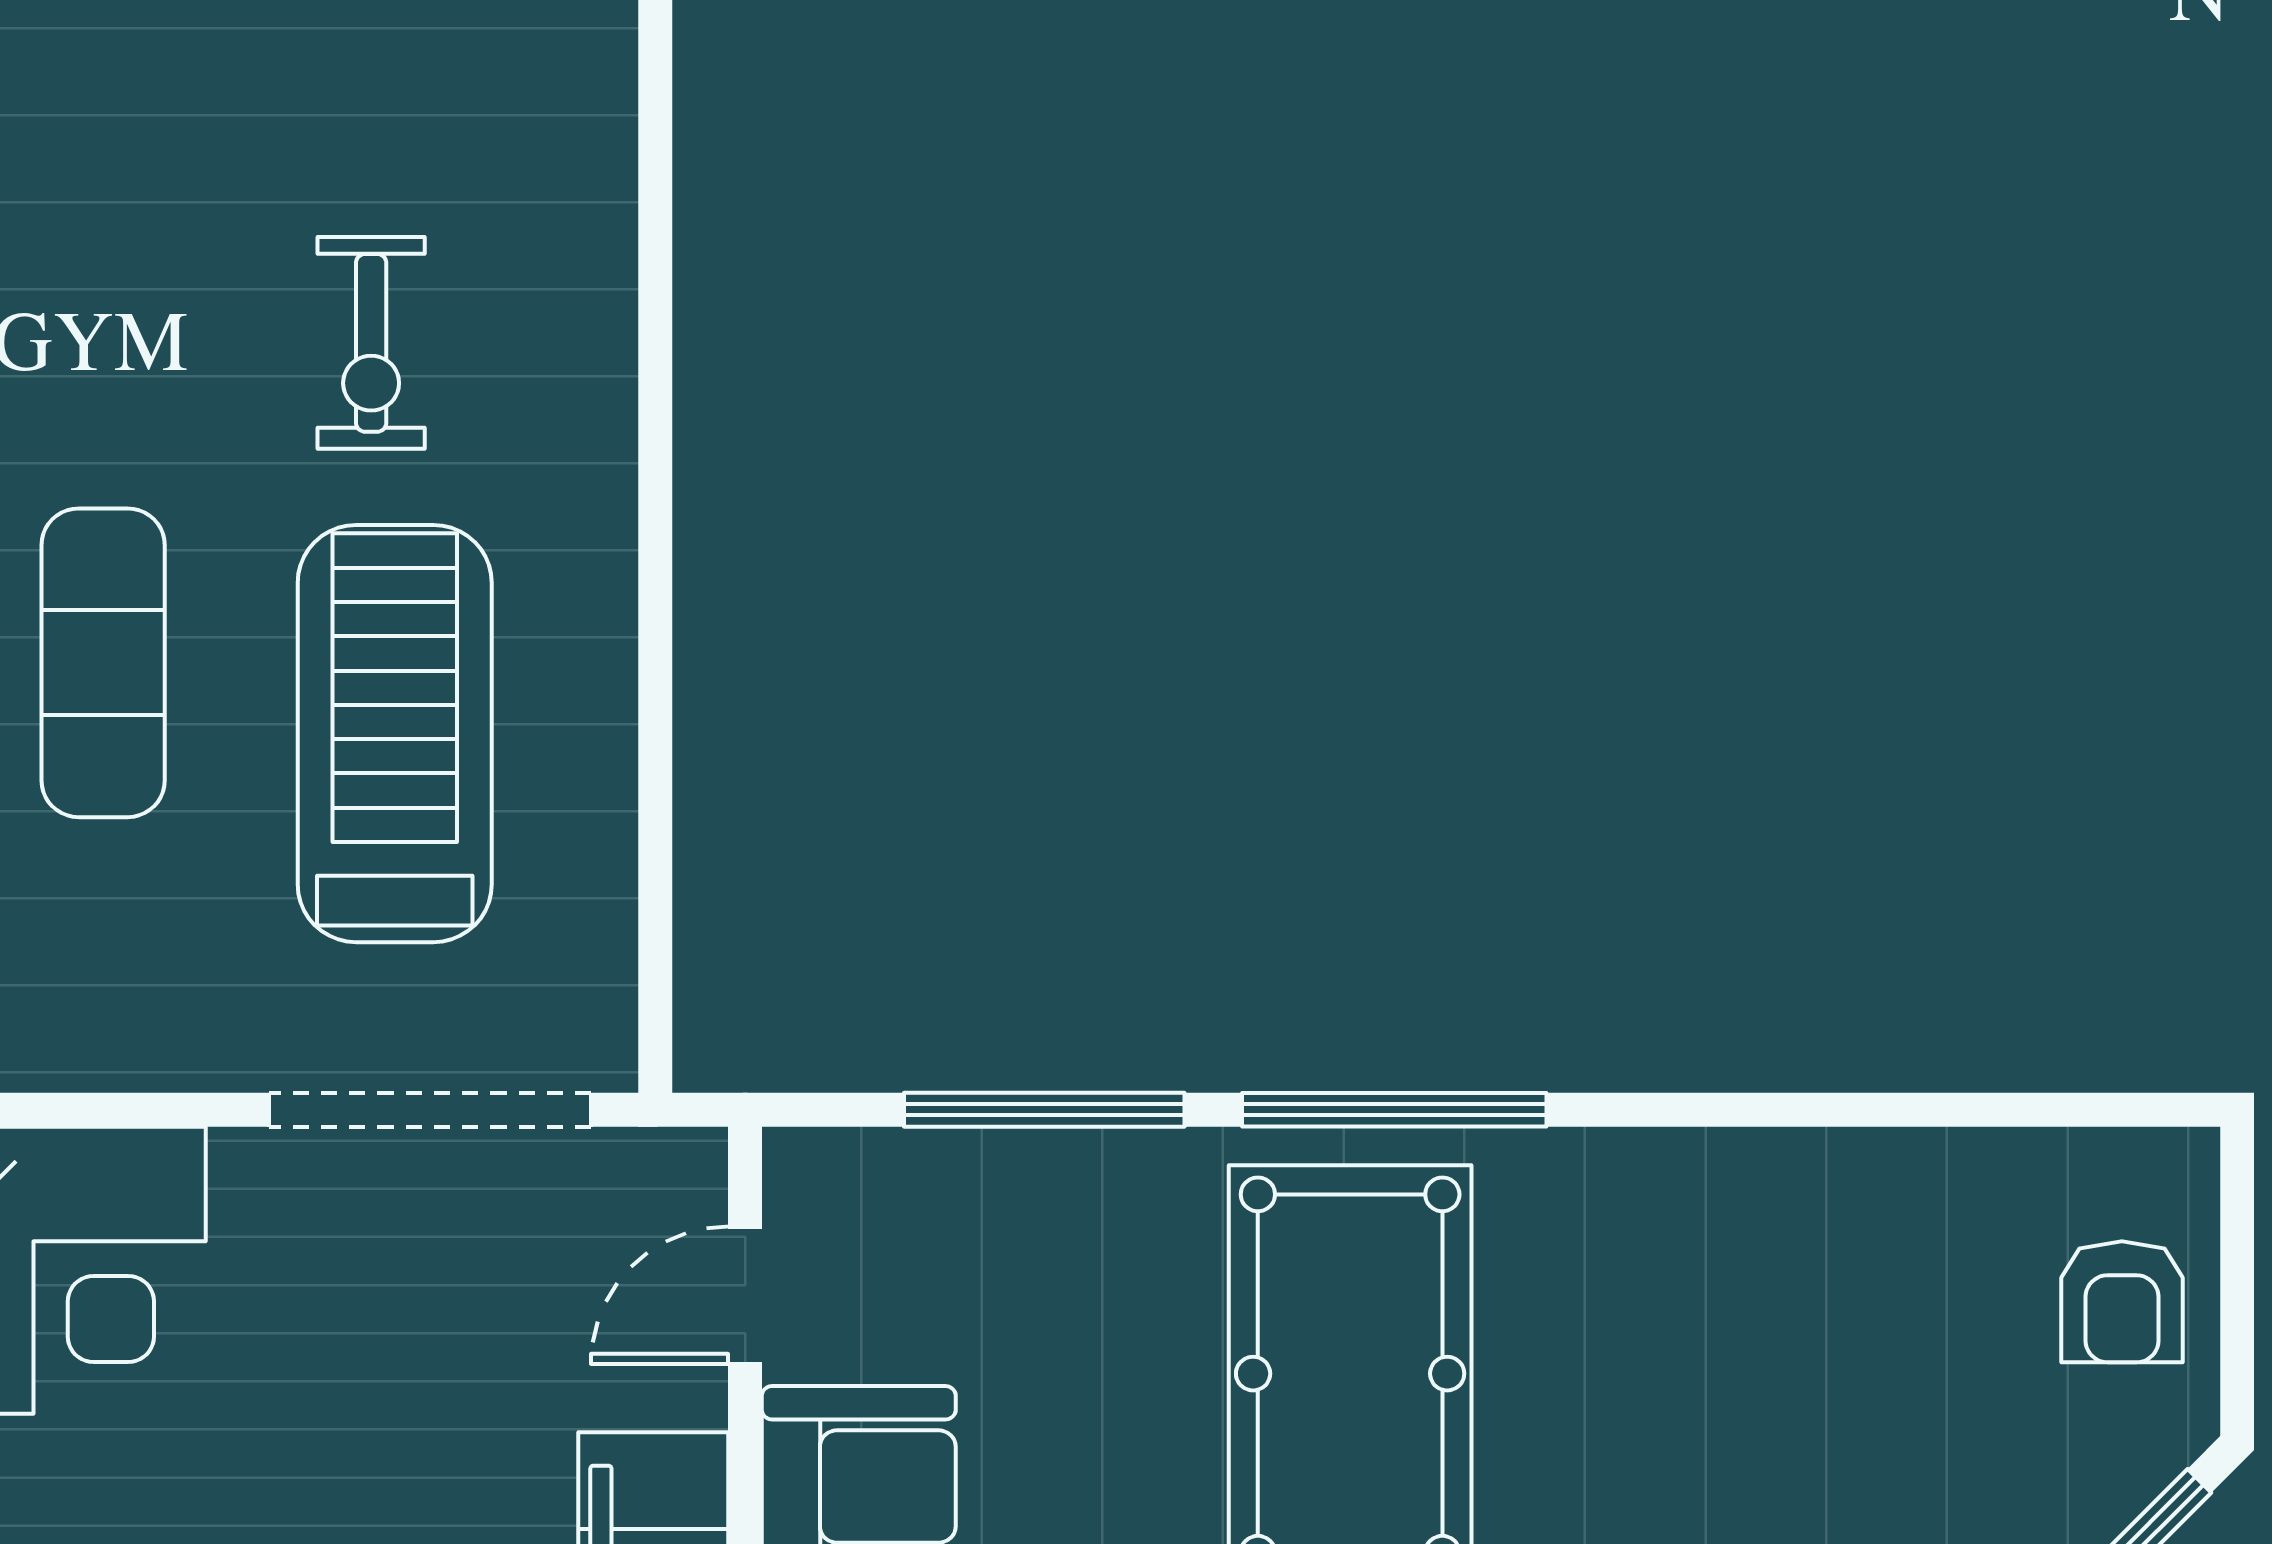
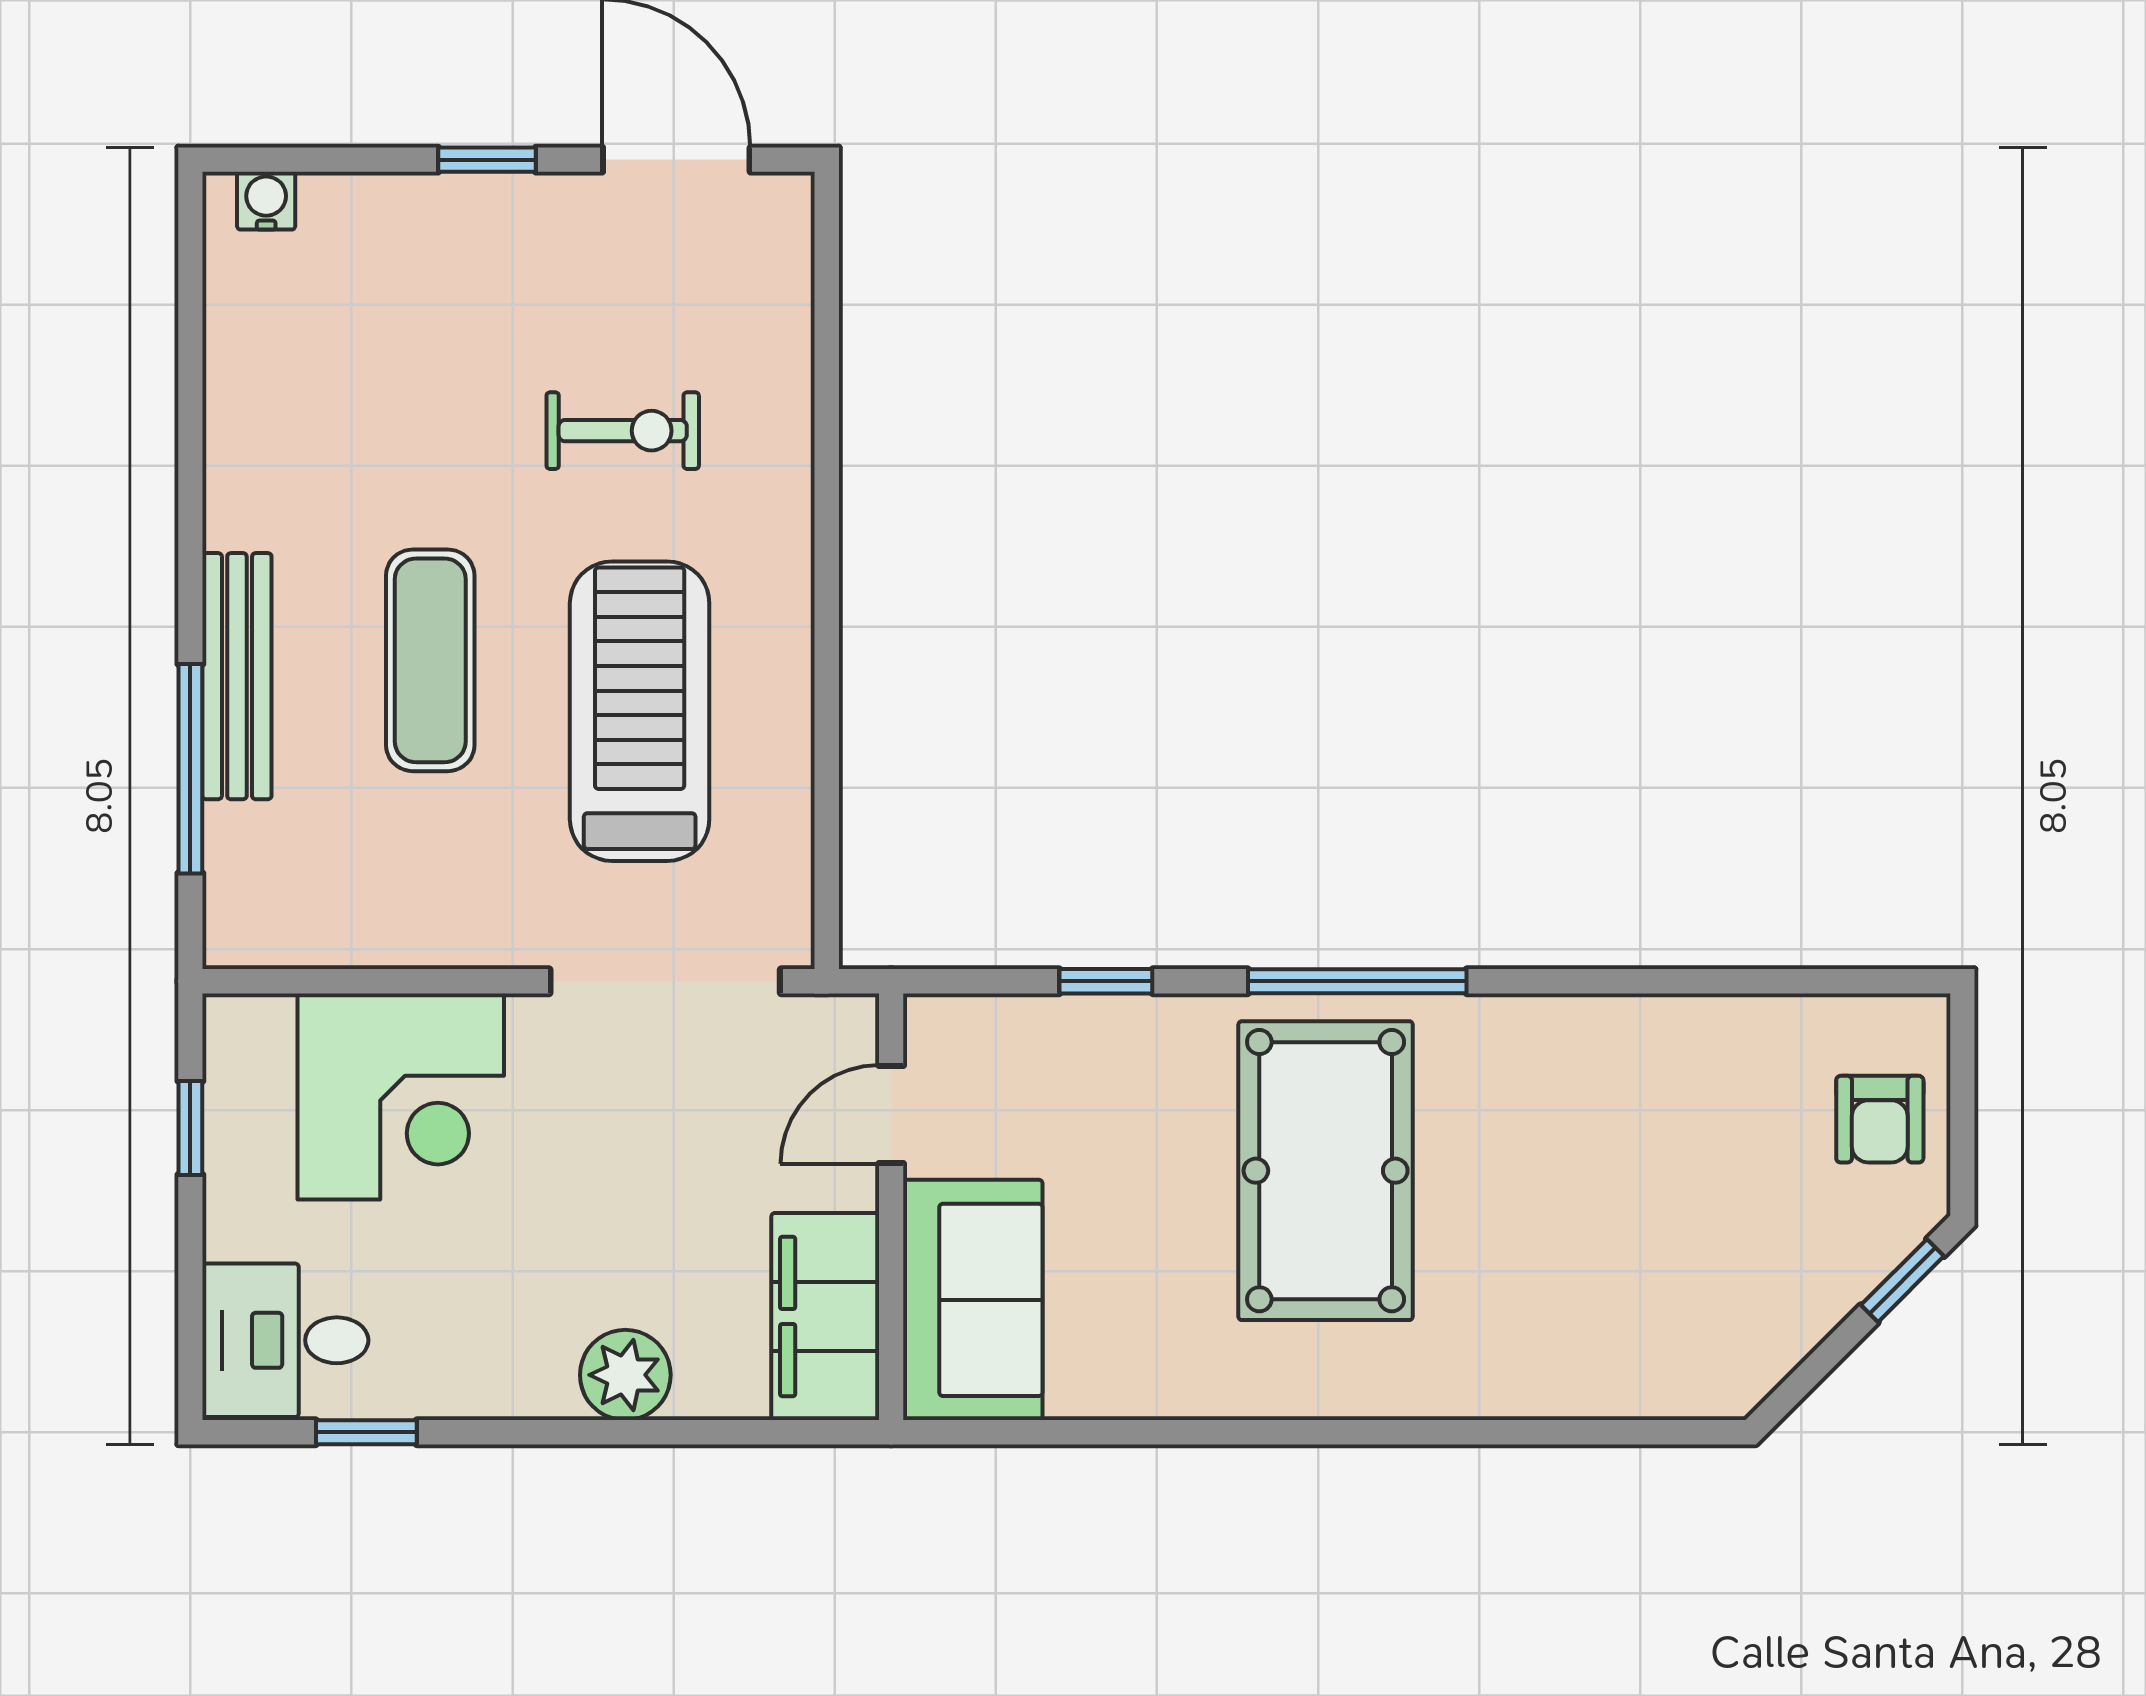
exercise bike: (371, 343) -> (623, 431), turned -90
window: (1044, 1110) -> (1106, 981), width x0.46

